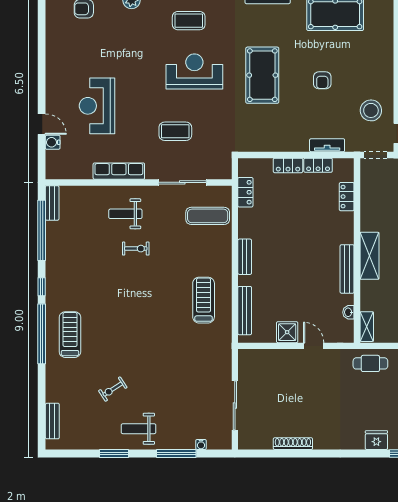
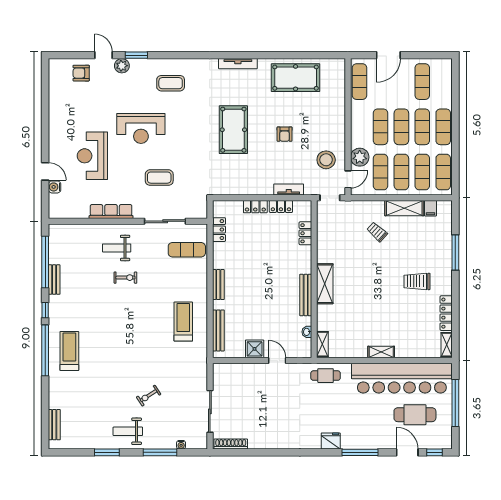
reception desk: (194, 72) -> (141, 128), moved, turned 180
bench: (52, 203) -> (54, 280), moved
exercise bike: (113, 389) -> (149, 396), moved
shoe rack: (293, 444) -> (231, 444), moved

